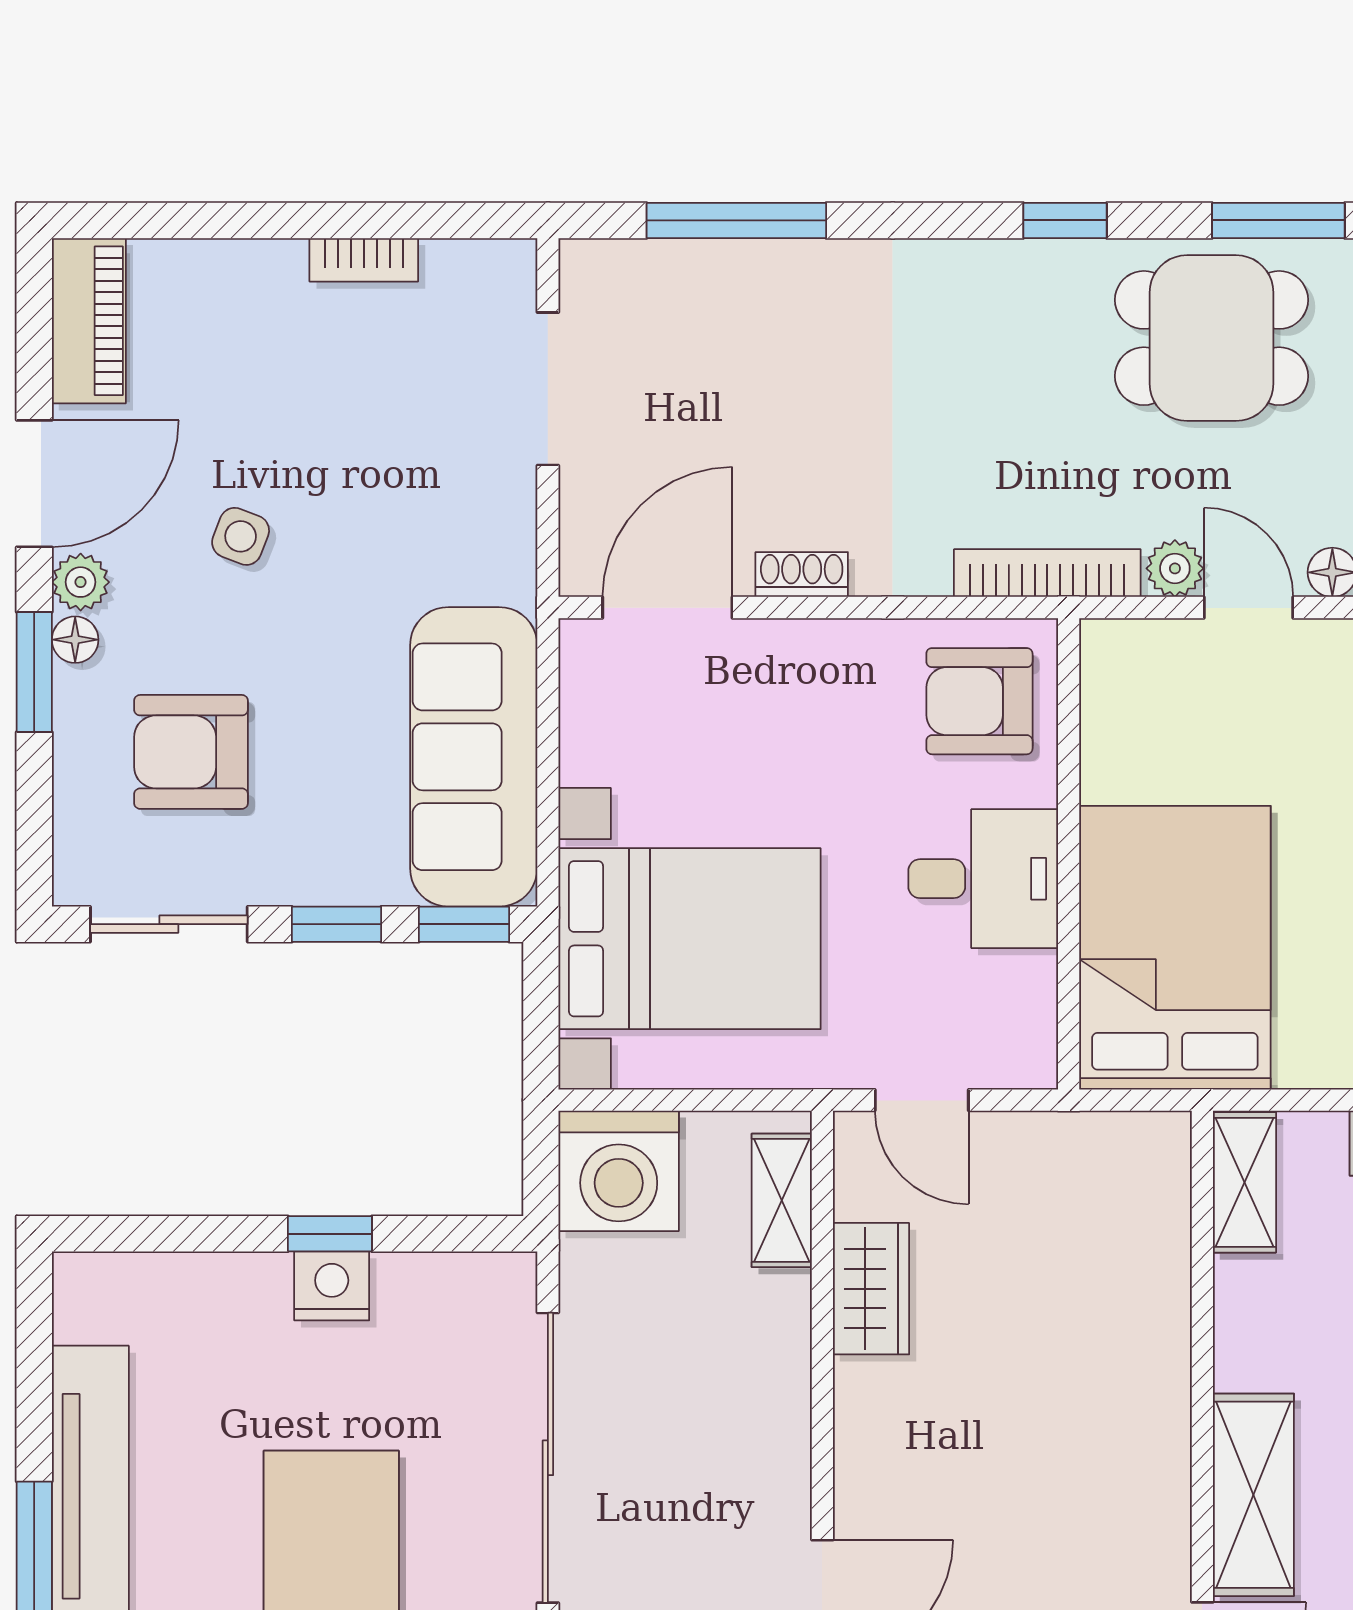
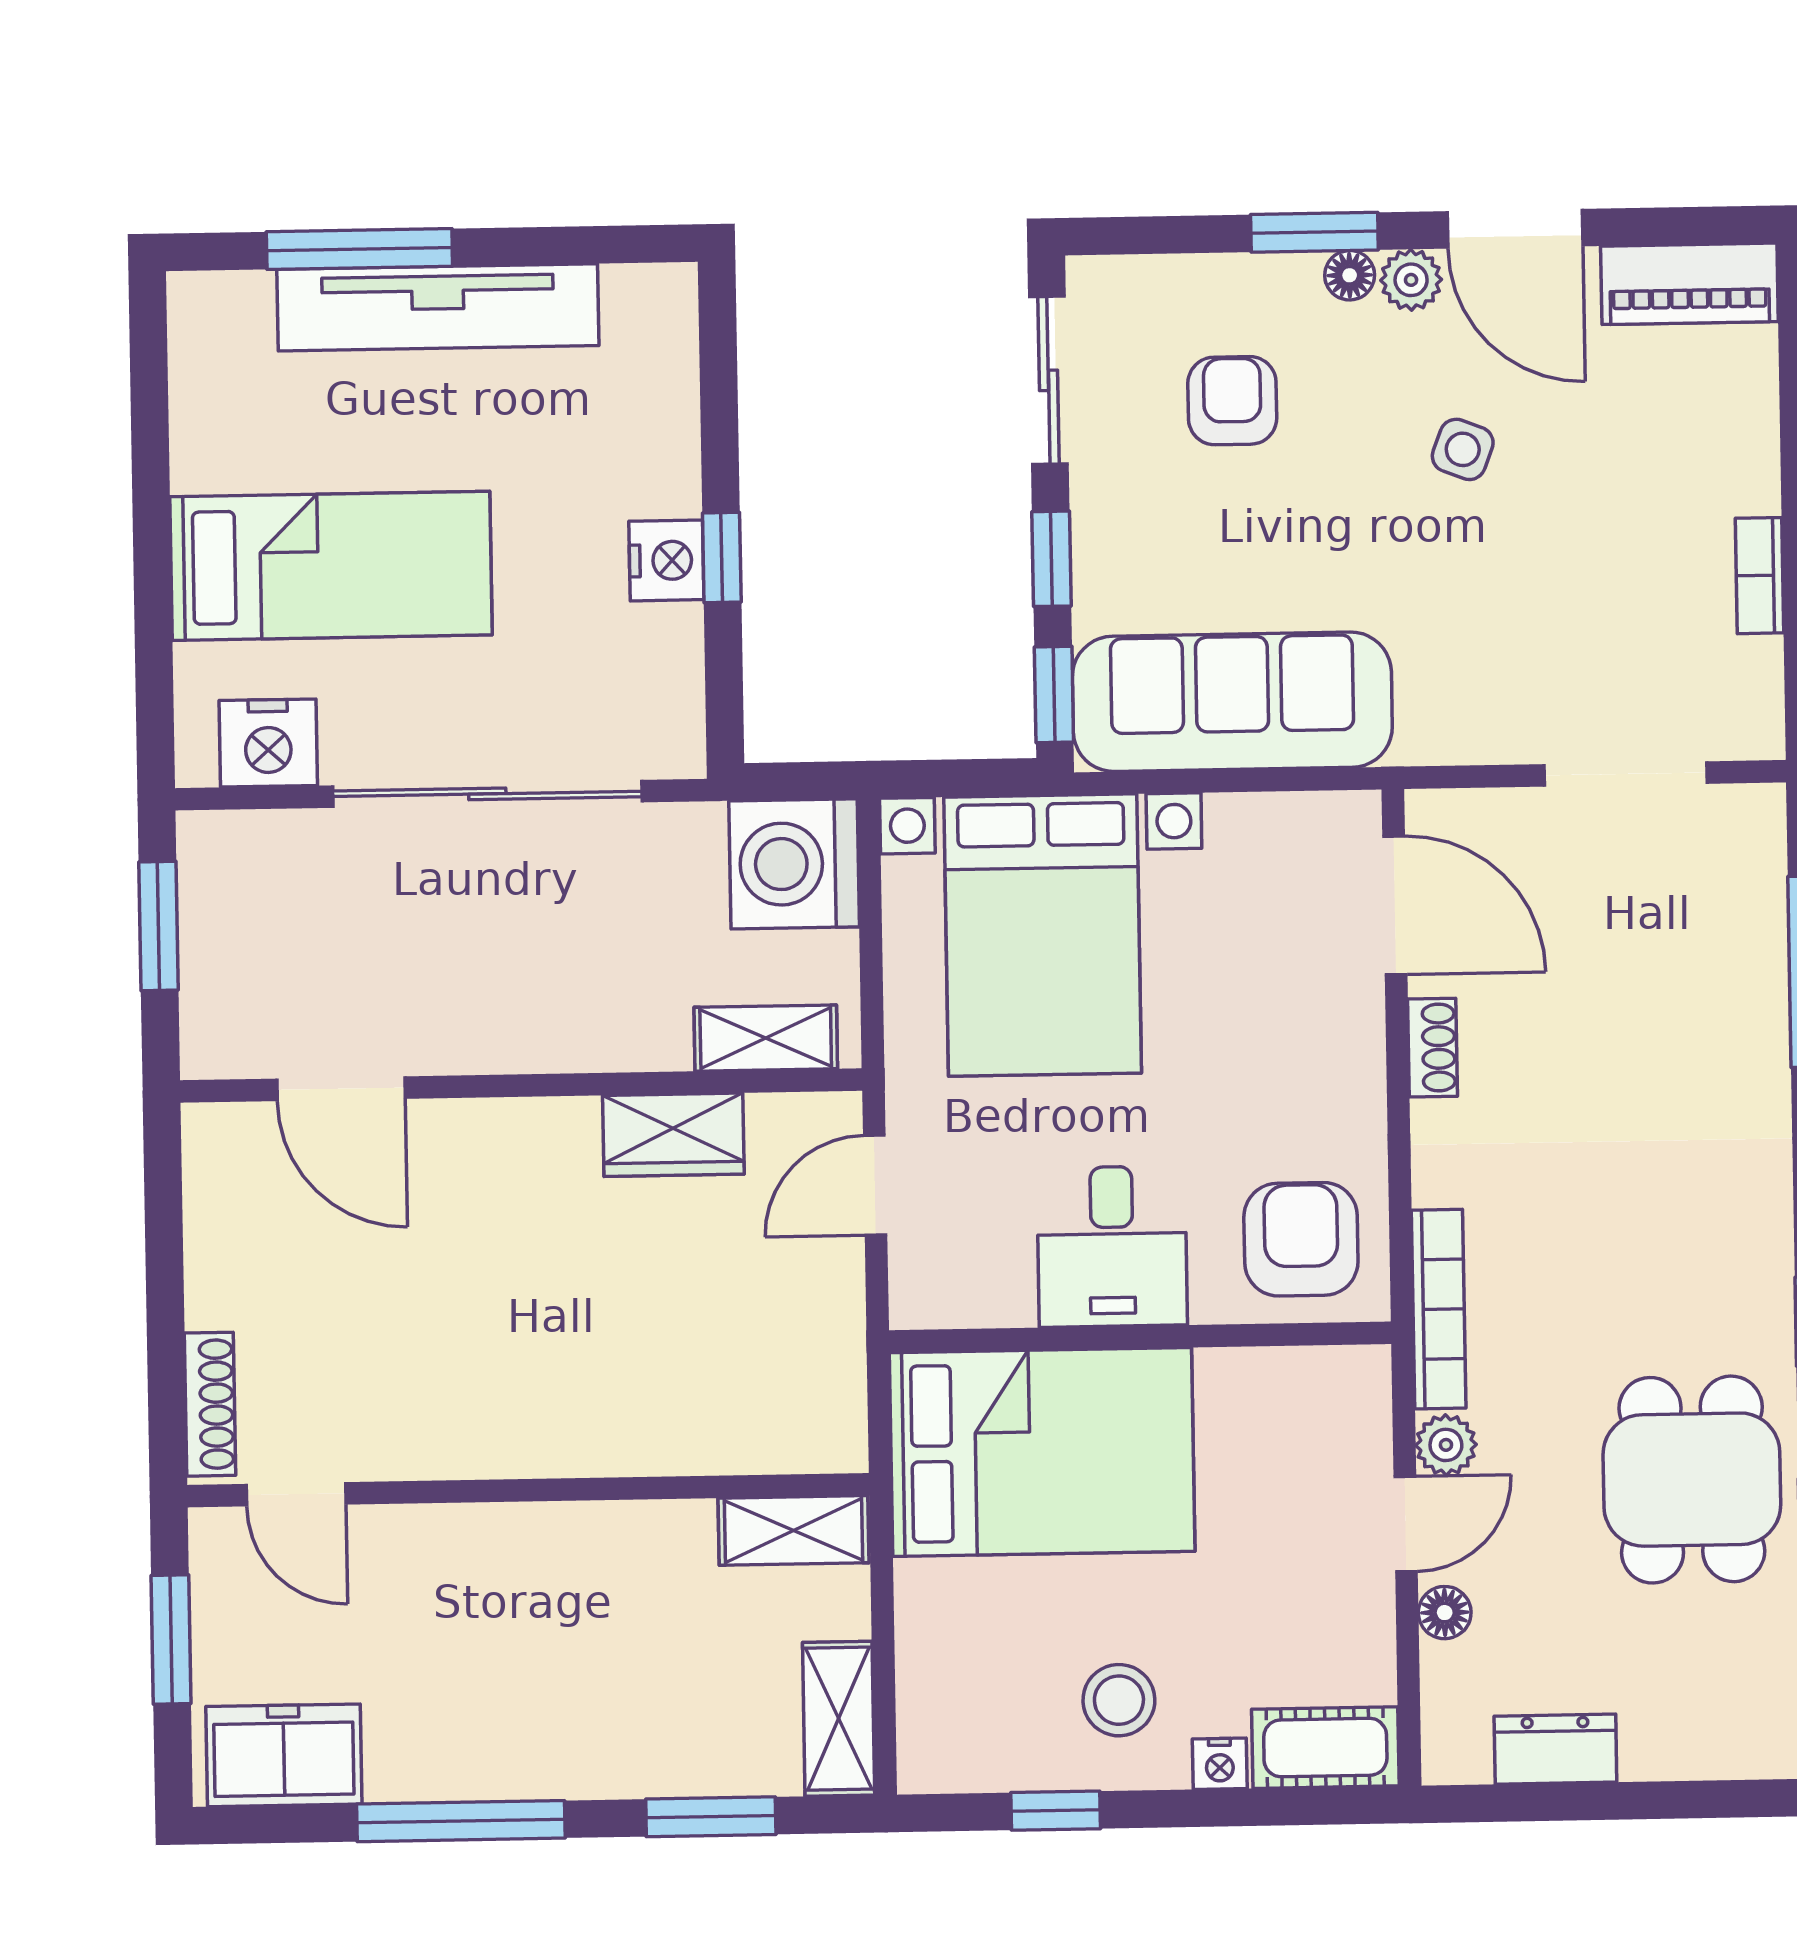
armchair: (191, 752) -> (1232, 401), width x0.72, depth x0.72
shelving: (1253, 1495) -> (461, 1546), removed

